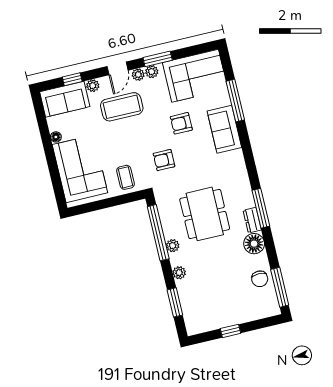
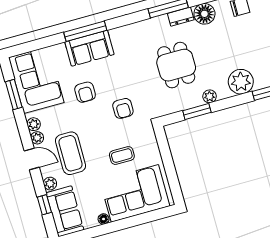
window: (158, 59) -> (14, 94), moved
window: (235, 101) -> (85, 31), moved
coffee table: (126, 177) -> (122, 156), moved
dining table: (205, 214) -> (176, 65), width x0.73
window: (158, 233) -> (197, 112), width x0.47
plant: (179, 273) -> (241, 82), width x1.87, depth x1.87

